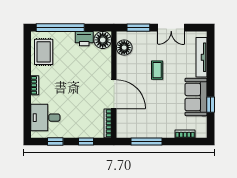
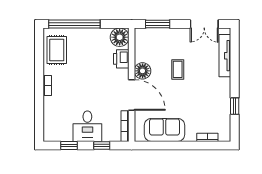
double door: (171, 28) -> (204, 24), moved
printer: (84, 39) -> (121, 59), moved, turned 90
floor lamp: (124, 48) -> (143, 71), moved
sofa: (196, 97) -> (165, 130), moved, turned 90
desk: (45, 118) -> (87, 126), moved, turned -90
window: (146, 142) -> (166, 146), removed

